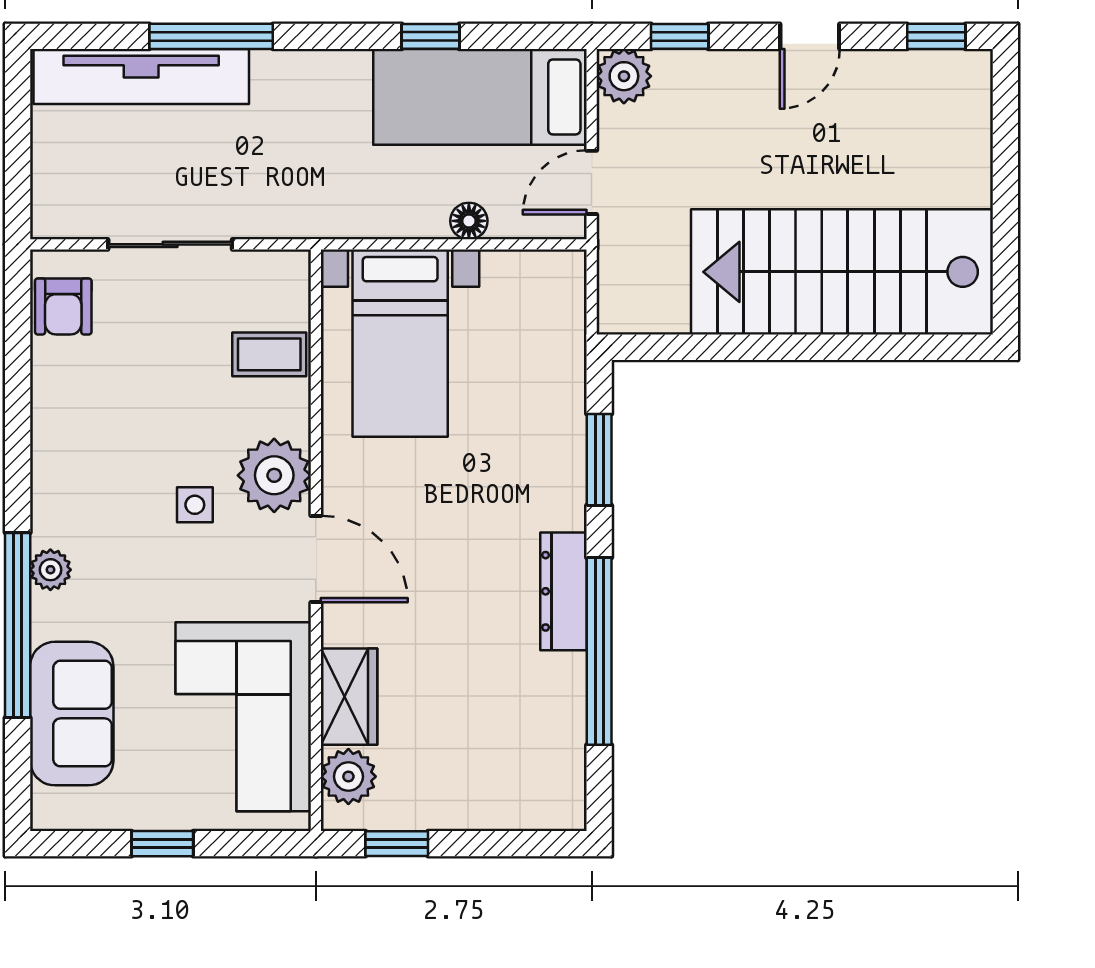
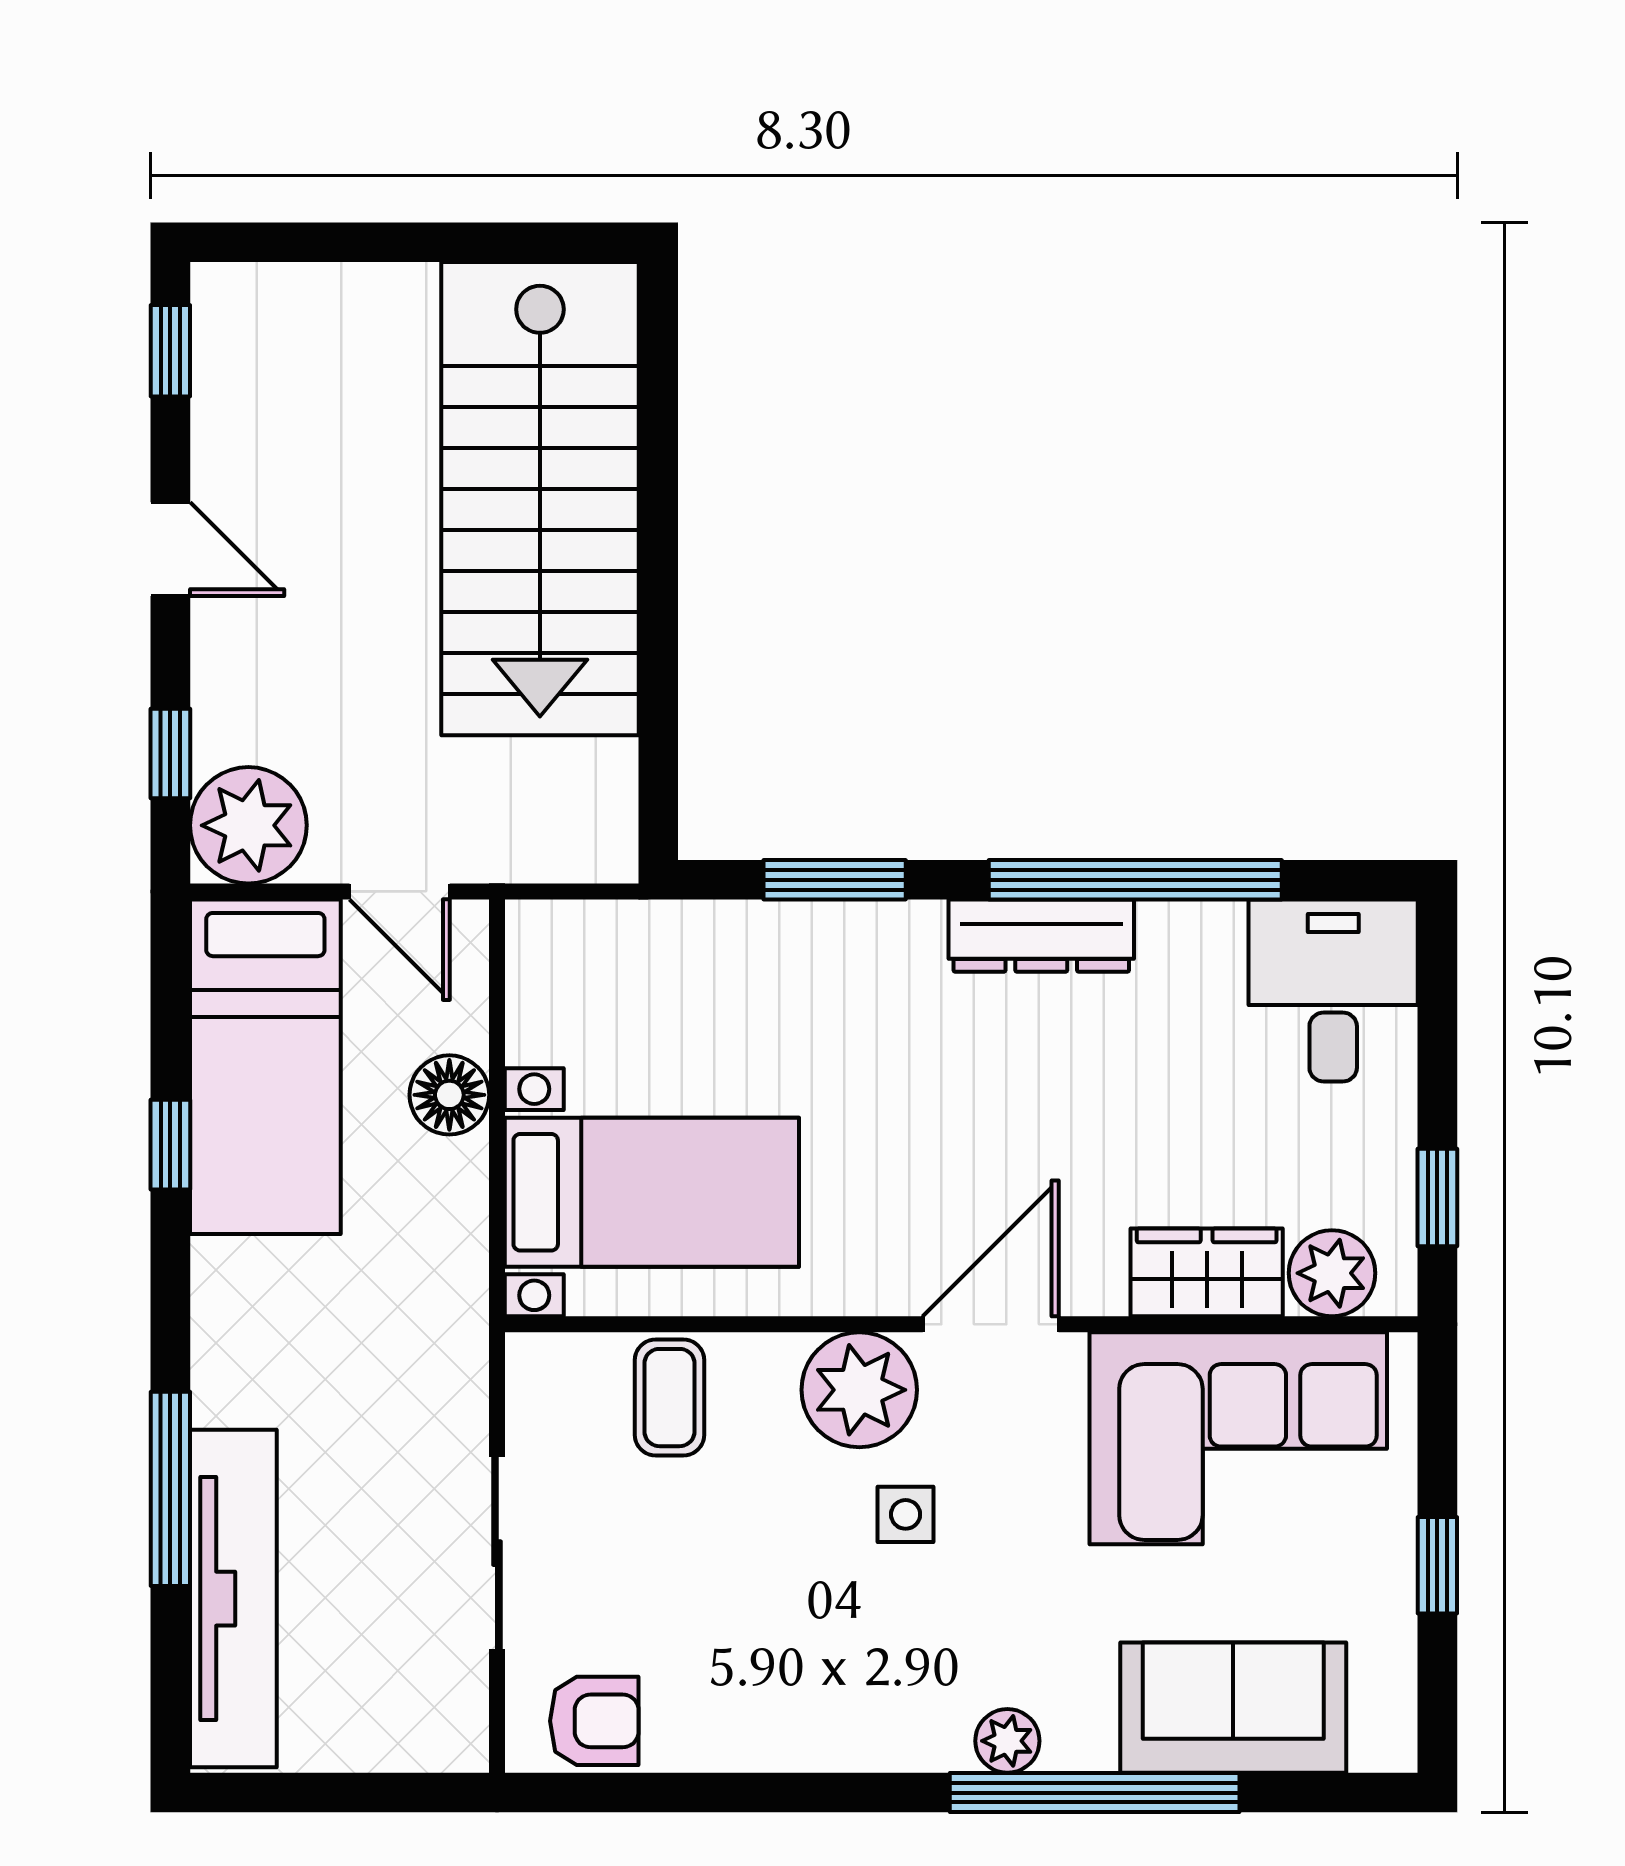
plant: (624, 76) -> (248, 825), width x1.36, depth x1.36
floor lamp: (469, 221) -> (449, 1095), width x1.37, depth x1.37
desk: (529, 777) -> (1333, 990), added

